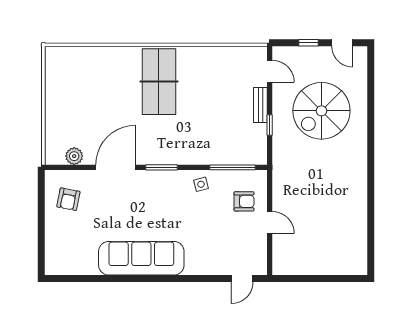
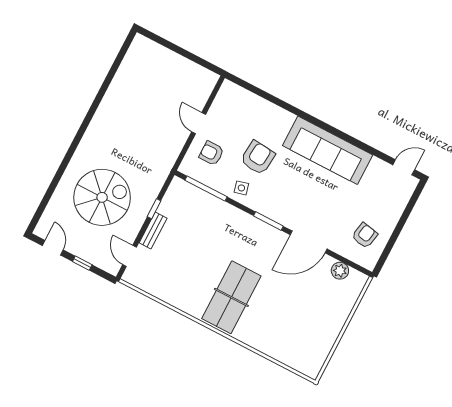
armchair: (200, 219) -> (258, 158), added
door: (242, 278) -> (404, 167), moved

